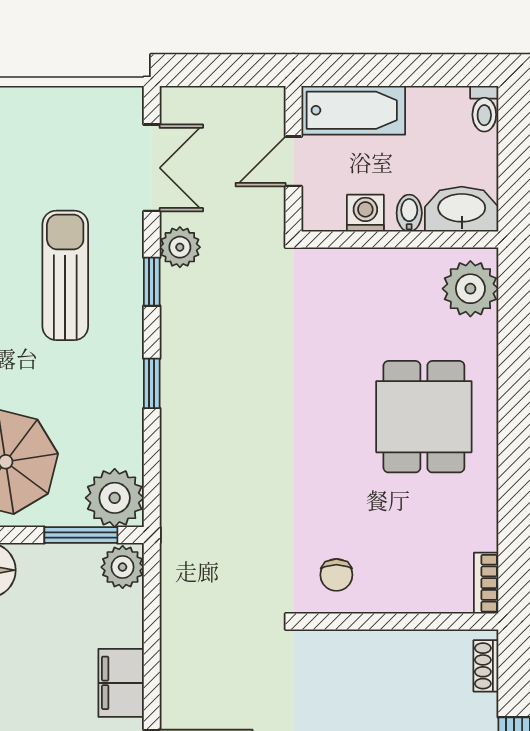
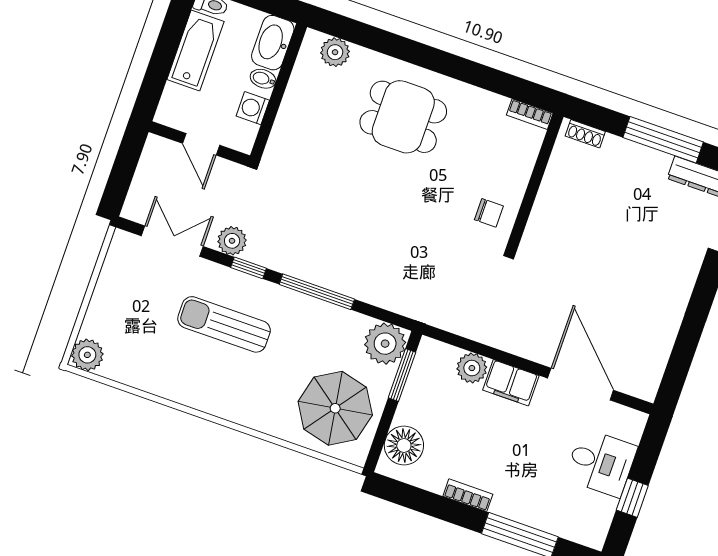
bathtub: (353, 110) -> (195, 51), moved
plant: (470, 289) -> (335, 52), width x0.73, depth x0.73
window: (152, 383) -> (317, 292), width x2.17
plant: (123, 567) -> (472, 368), moved

